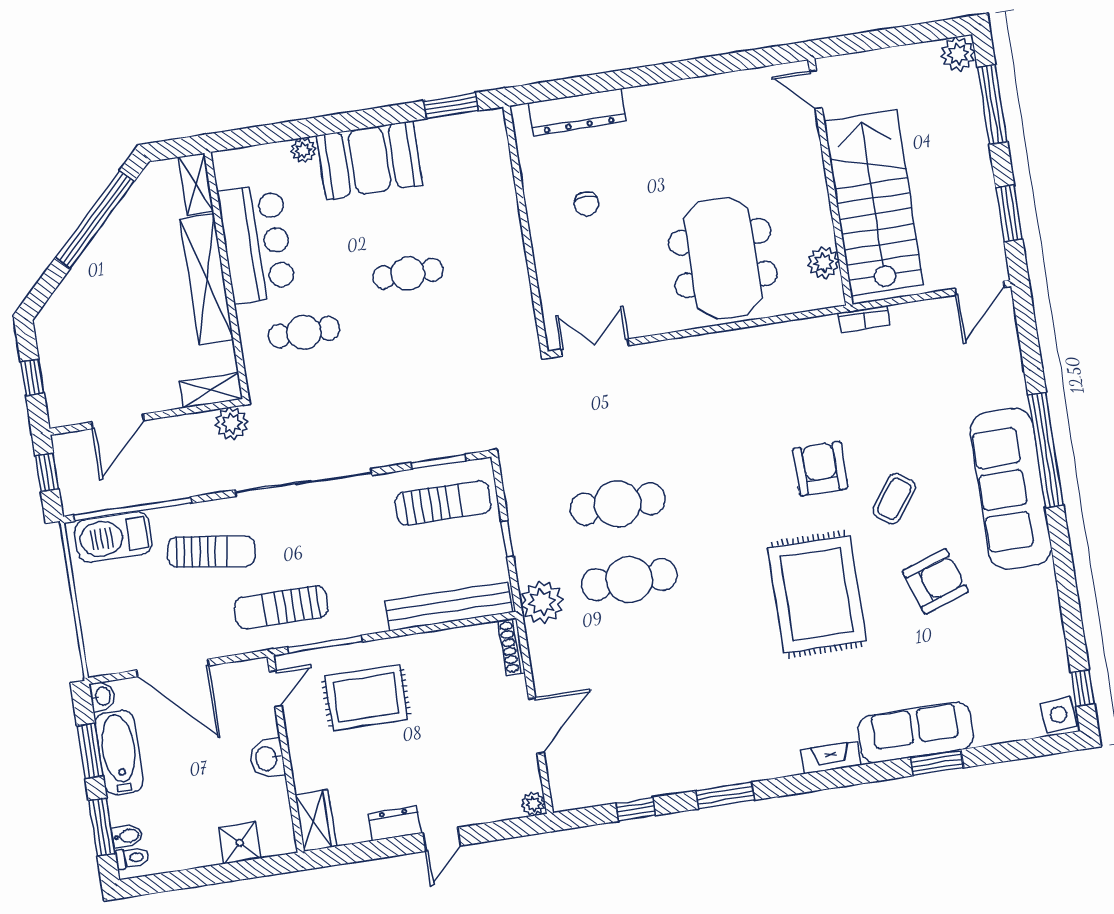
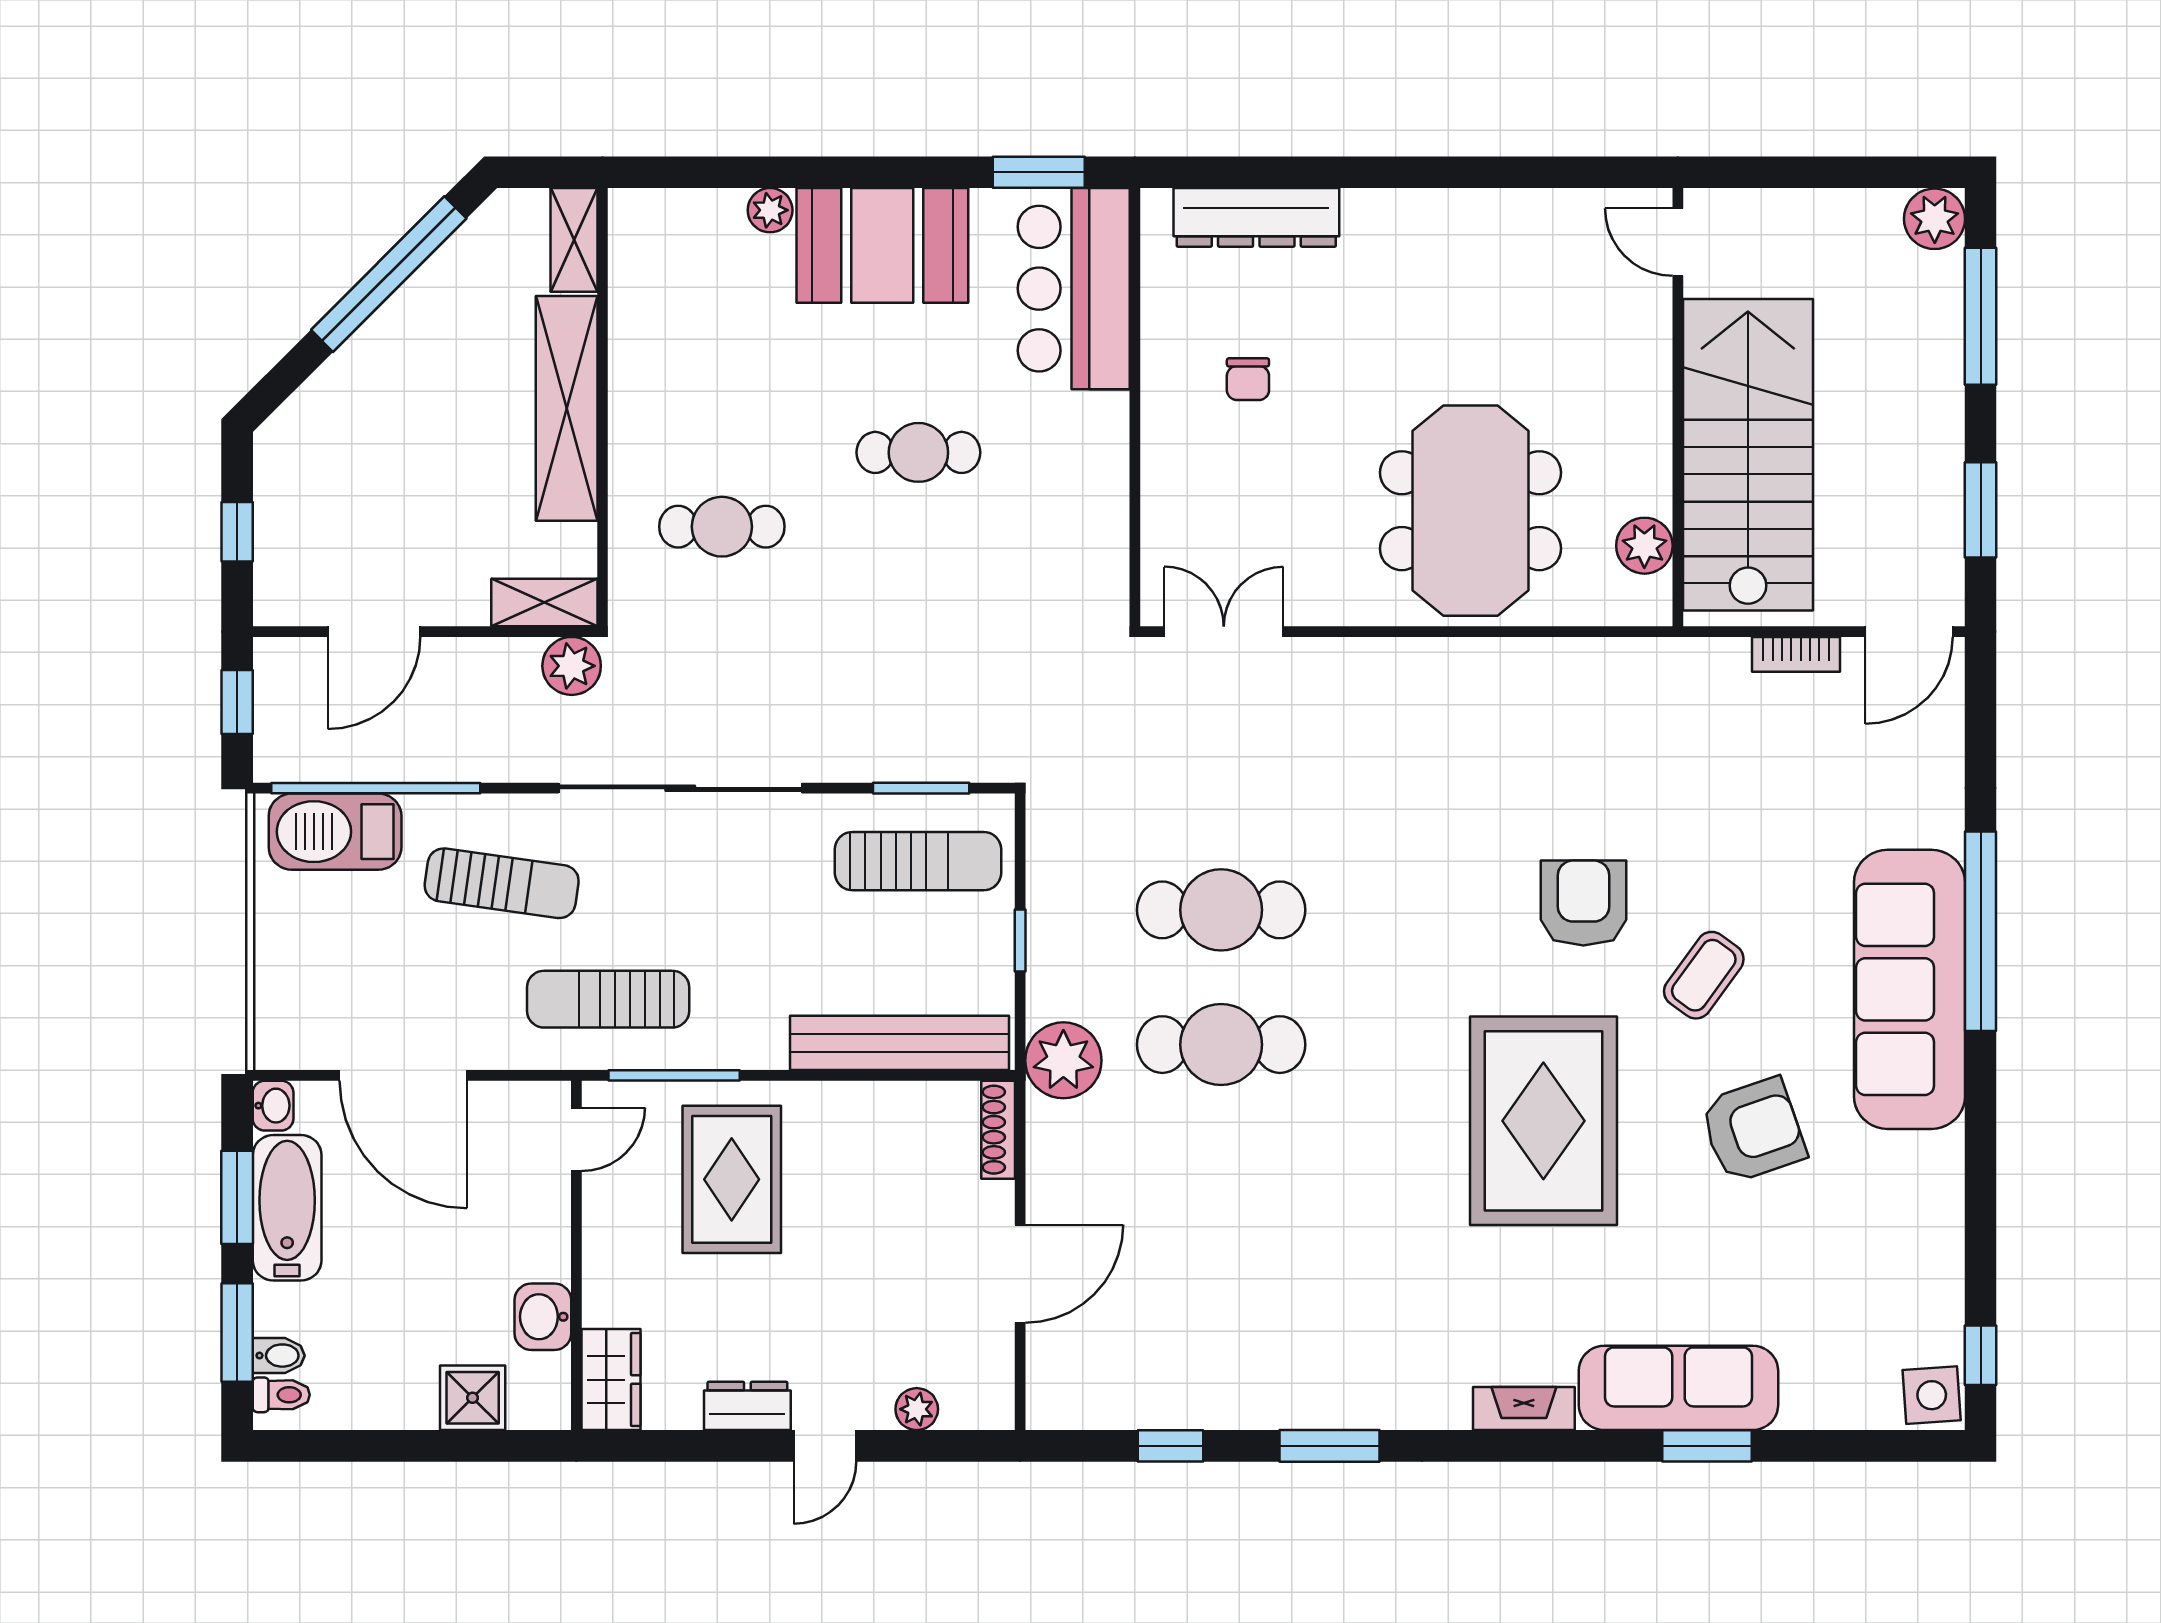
bar counter: (257, 243) -> (1074, 289), moved, turned 180
bookcase: (864, 319) -> (1796, 654), moved
rug: (366, 698) -> (732, 1179), turned 90
washbasin: (267, 758) -> (543, 1317), moved
plant: (533, 804) -> (917, 1409), moved

